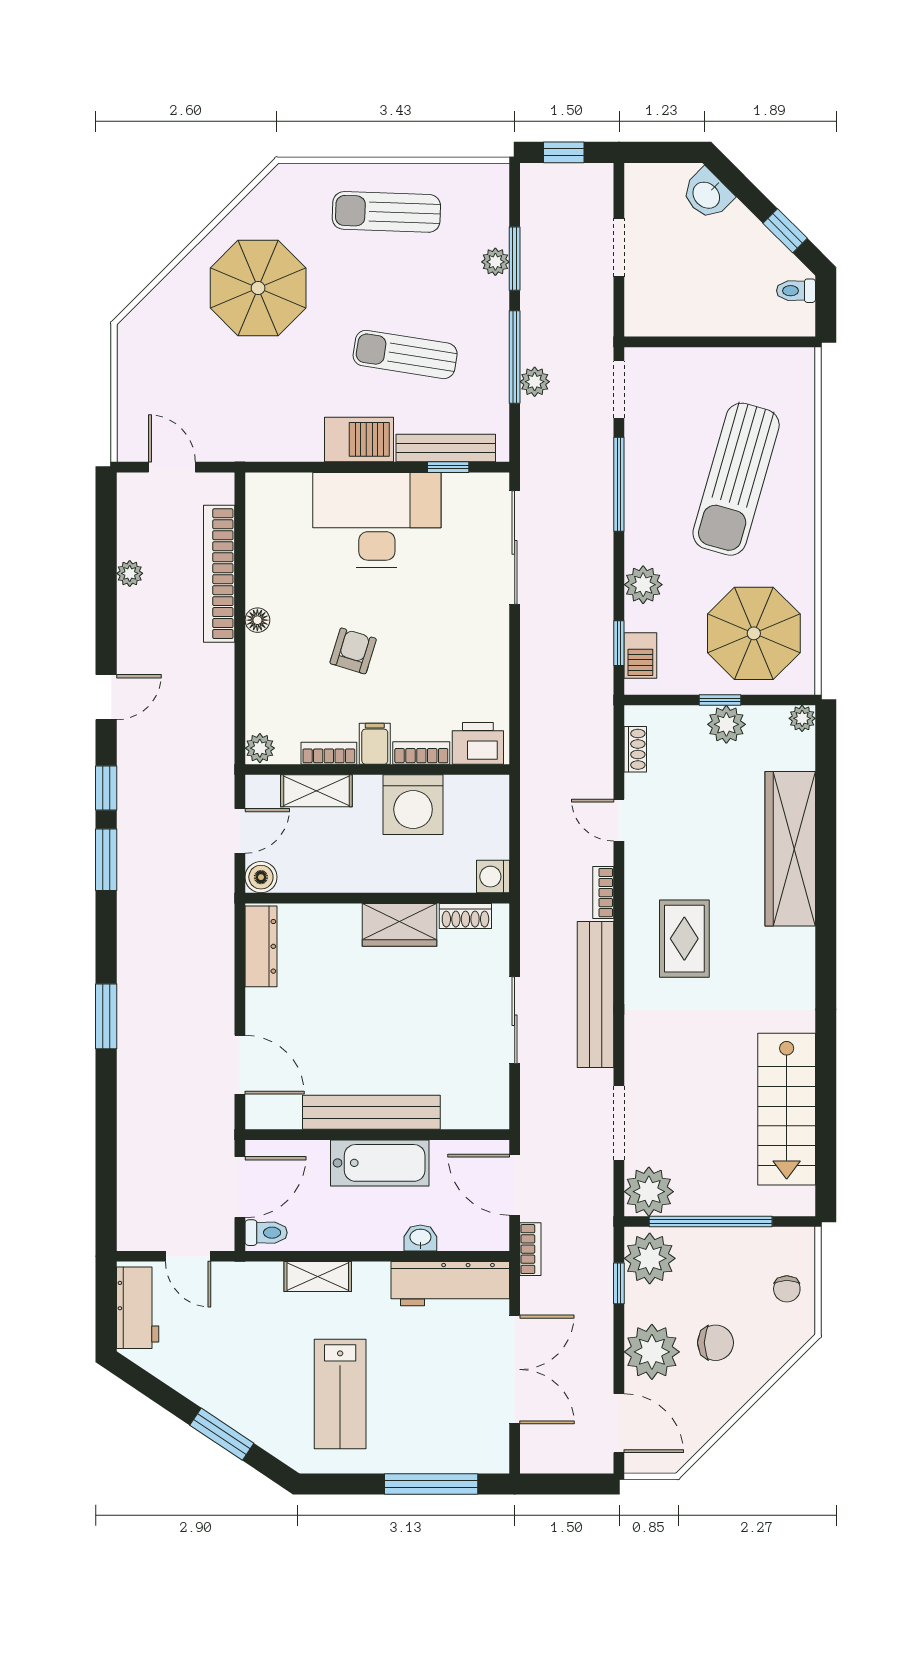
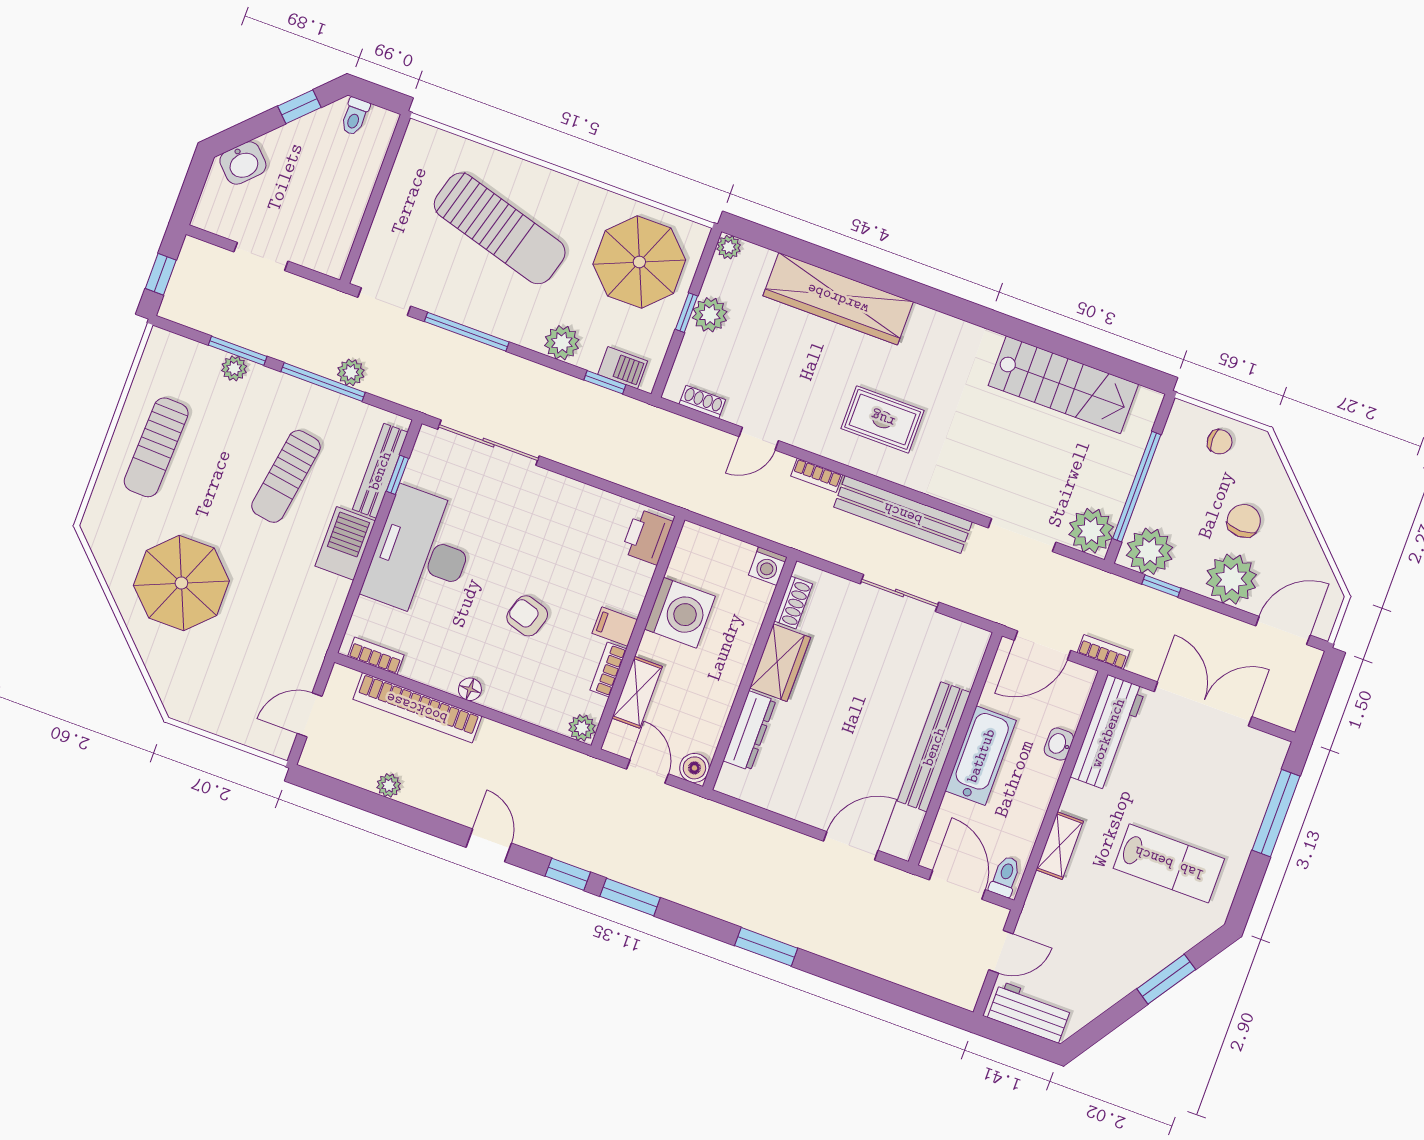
bookcase: (421, 753) -> (376, 656), moved, turned 90
dresser: (261, 946) -> (750, 731), moved, turned 90

